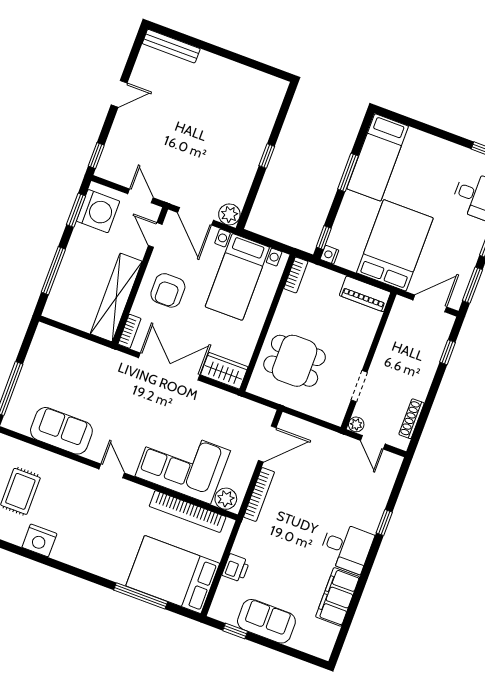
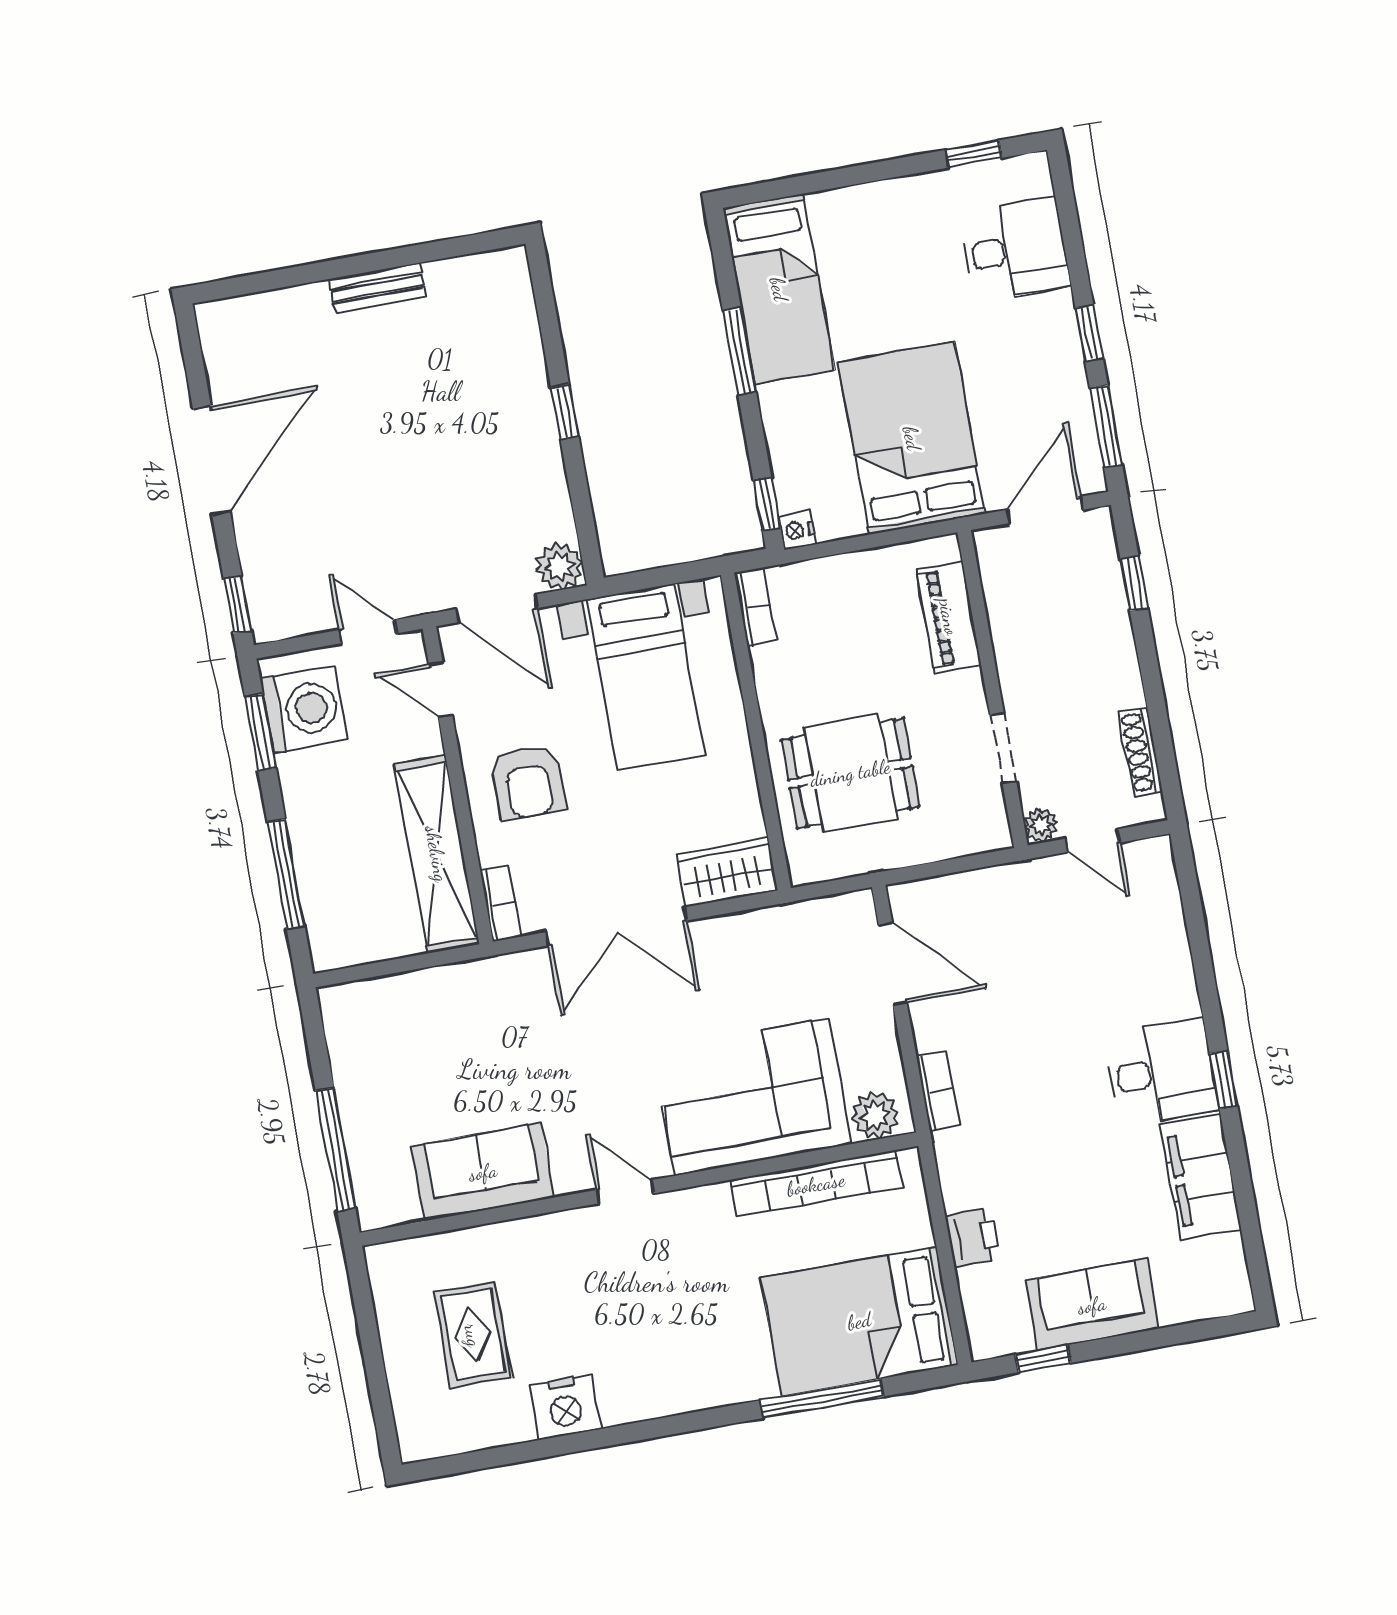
bench: (171, 46) -> (377, 288), moved, width x0.73
door: (119, 94) -> (212, 460), width x1.87
piano: (365, 294) -> (949, 617), moved, turned 90
double door: (169, 366) -> (616, 926), swing flipped
door: (267, 444) -> (893, 964), hinge flipped
bookcase: (259, 494) -> (938, 1091), width x0.64
window: (384, 522) -> (1223, 1080), moved

